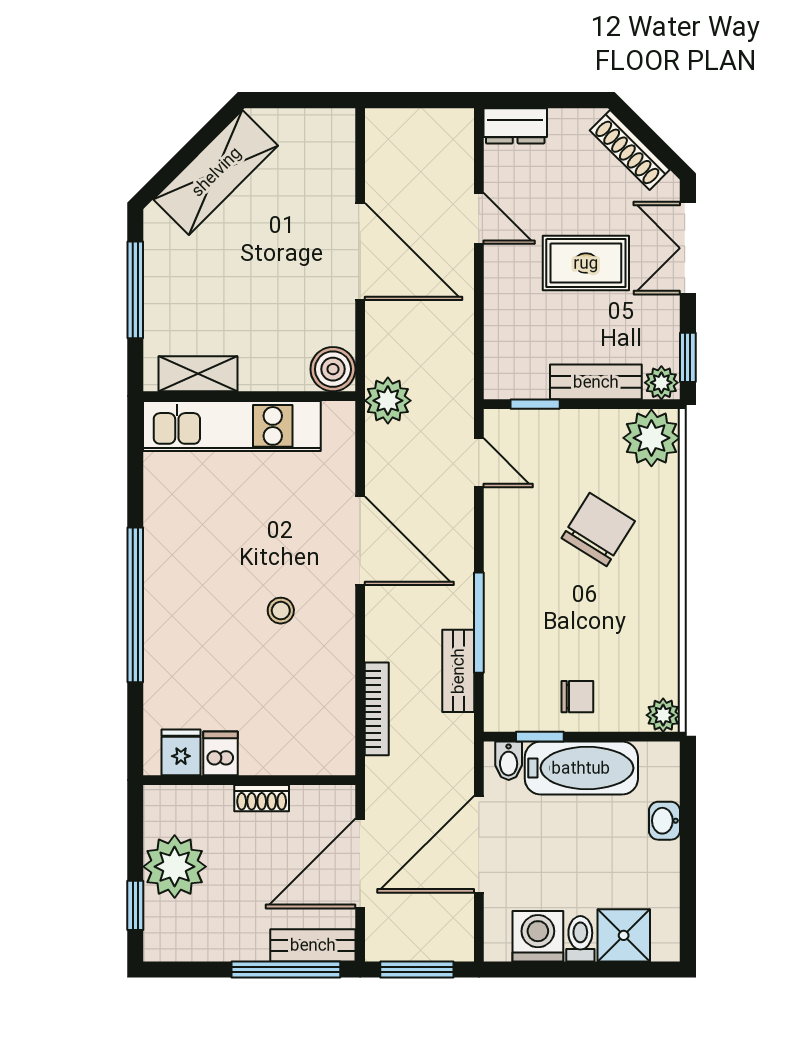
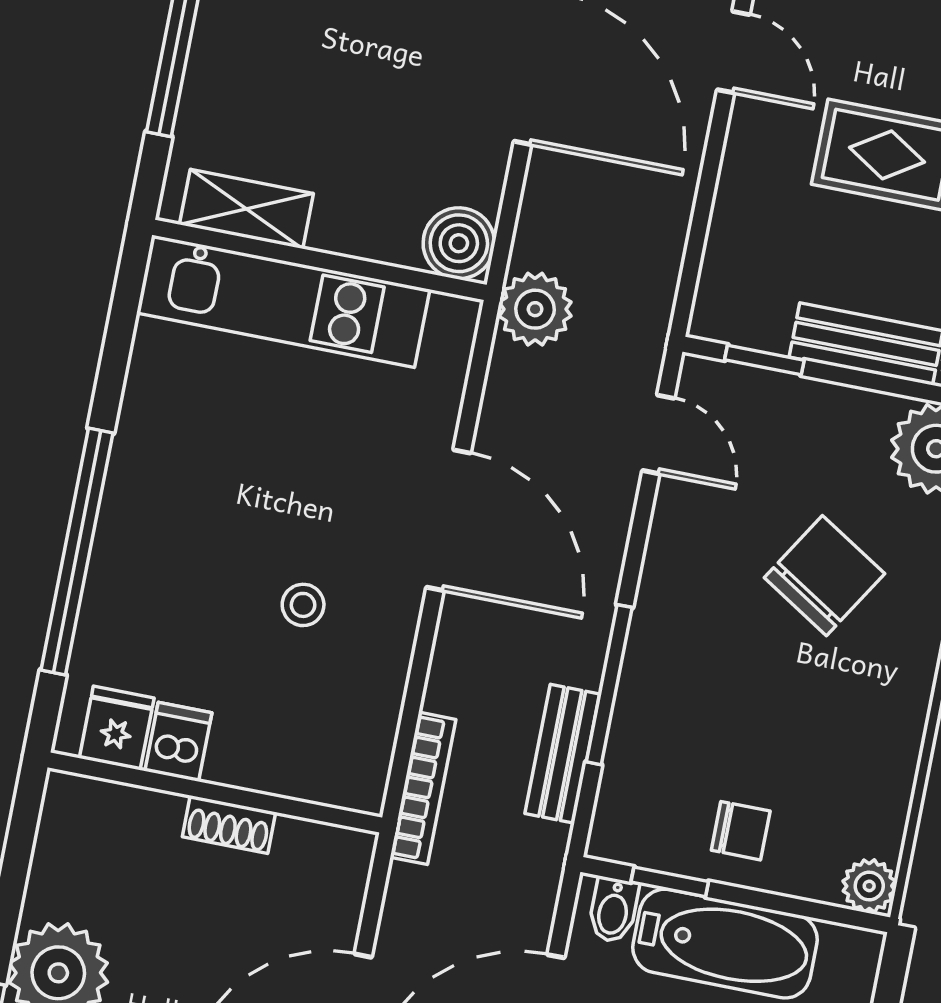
fridge: (181, 752) -> (117, 728), moved
dishwasher: (221, 753) -> (178, 742), moved
wall: (249, 780) -> (215, 793), moved
shoe rack: (262, 798) -> (229, 825), moved

